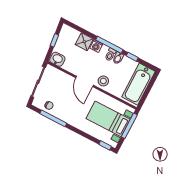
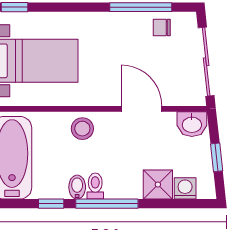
washing machine: (96, 46) -> (185, 188), moved
door: (85, 81) -> (142, 109), moved

